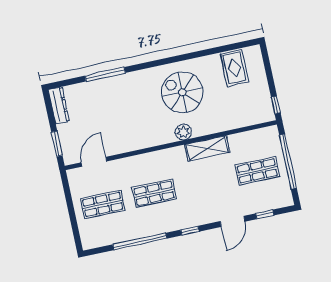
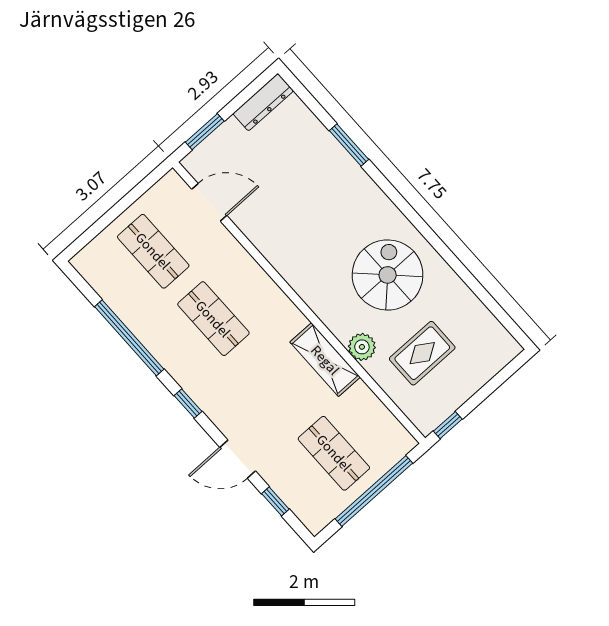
rug: (234, 68) -> (422, 353), moved
window: (105, 74) -> (349, 145), width x0.69
plant: (183, 132) -> (362, 347), moved

